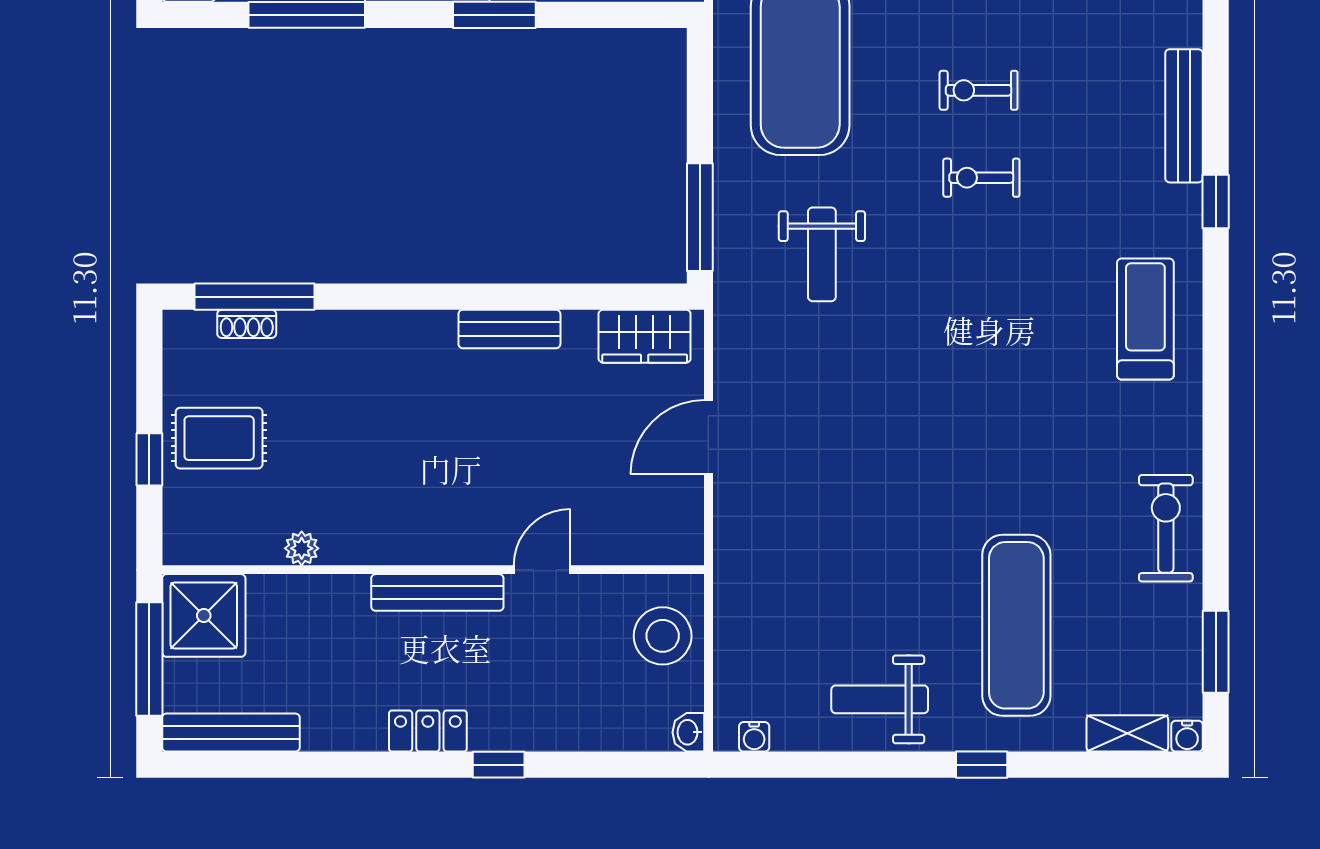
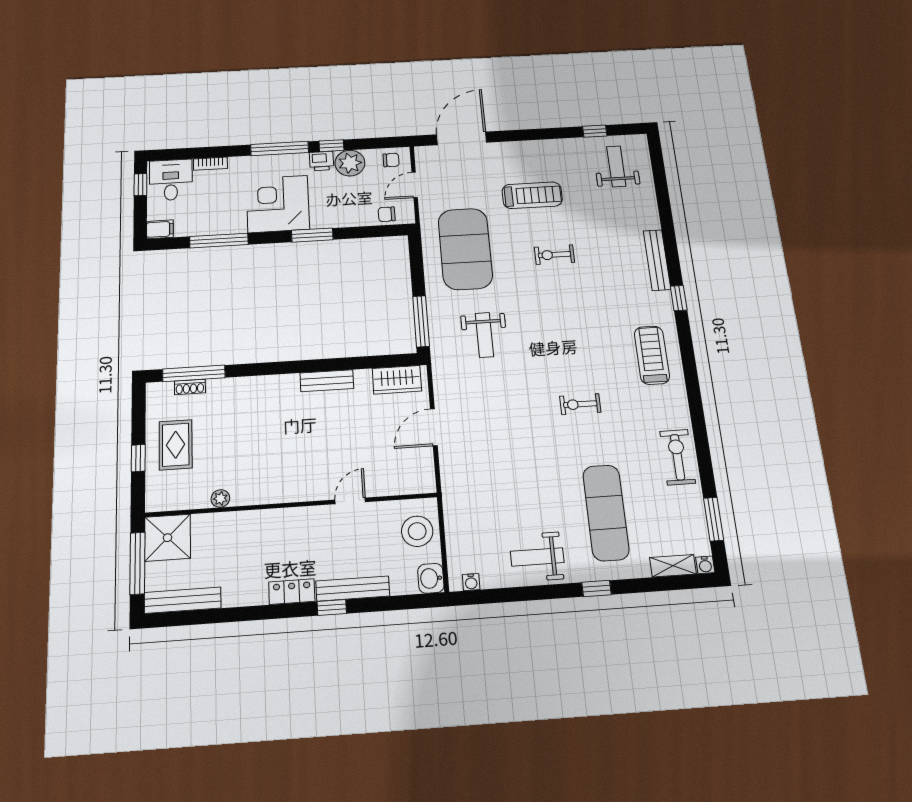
exercise bike: (981, 178) -> (580, 404), moved
rug: (219, 438) -> (176, 445), turned 90
bench: (437, 592) -> (353, 589), moved
washbasin: (688, 732) -> (431, 578), width x1.38, depth x1.45

